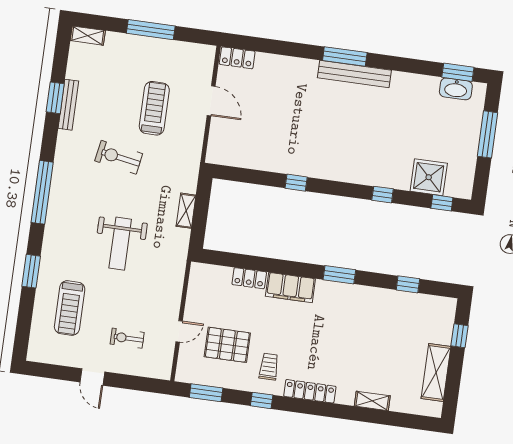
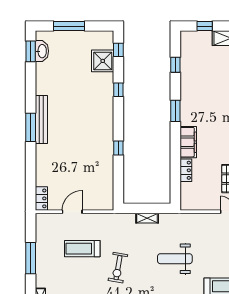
weight bench: (120, 244) -> (175, 259), turned 180

